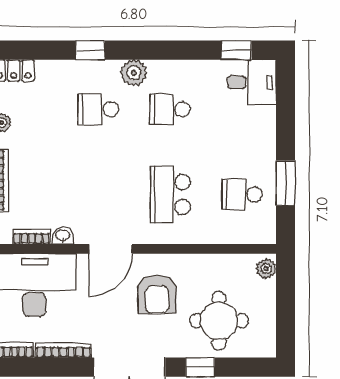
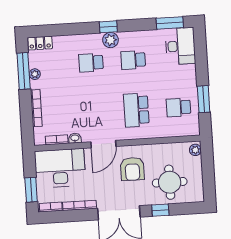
window: (90, 50) -> (108, 27), moved
window: (236, 50) -> (170, 23), width x1.50
desk: (252, 82) -> (180, 46), width x1.37

